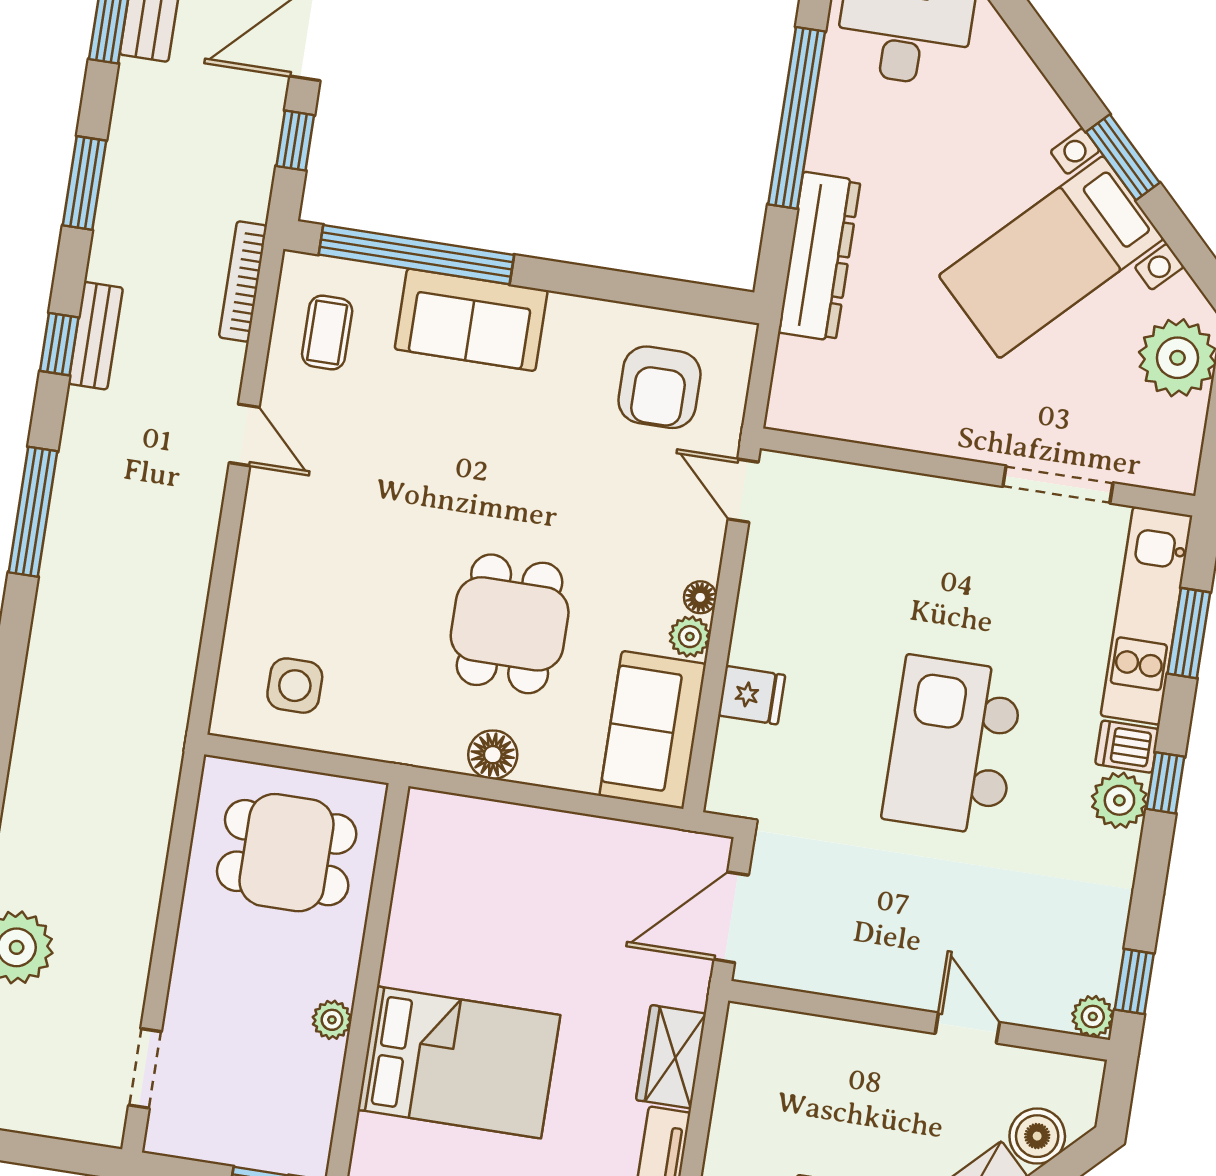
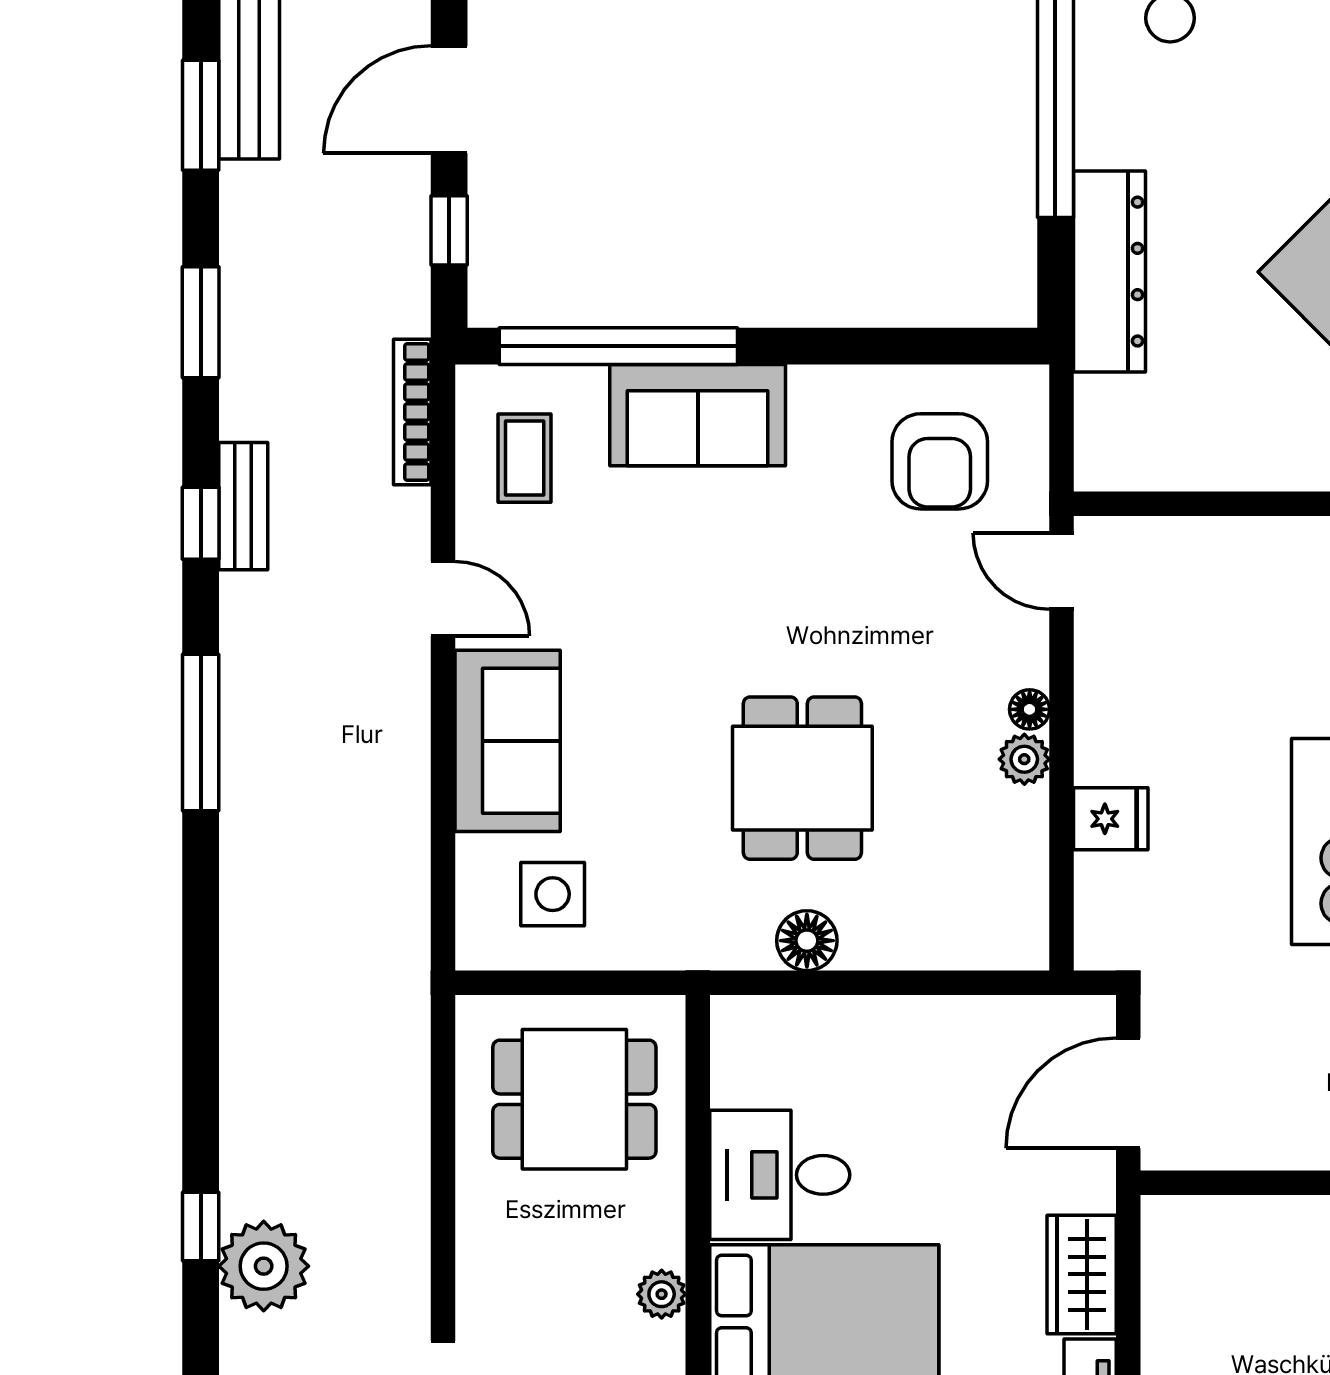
sofa: (653, 730) -> (508, 741), moved, turned 180
desk: (442, 939) -> (780, 1175), added

